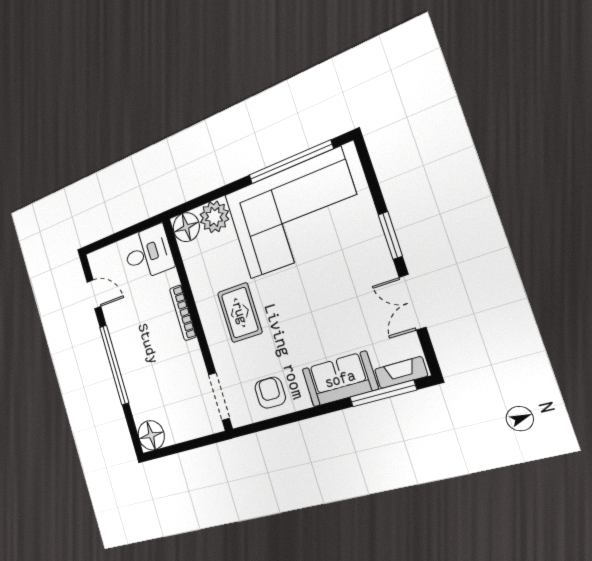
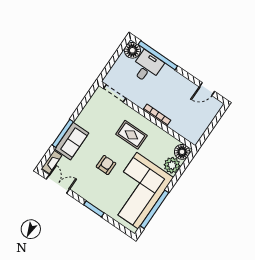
desk: (148, 253) -> (147, 67), moved, turned 180
double door: (412, 302) -> (58, 184), moved
window: (114, 365) -> (158, 55), moved
armchair: (270, 393) -> (106, 165), moved, turned -90
window: (383, 394) -> (63, 133), moved

